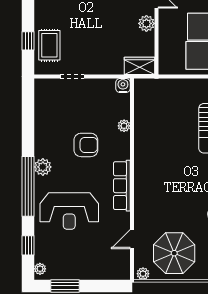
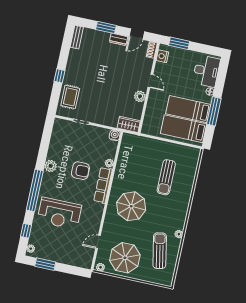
window: (28, 41) -> (60, 76), moved
plant: (43, 167) -> (51, 166), moved
parasol: (167, 179) -> (131, 206), added
row of seats: (122, 186) -> (103, 185), moved

